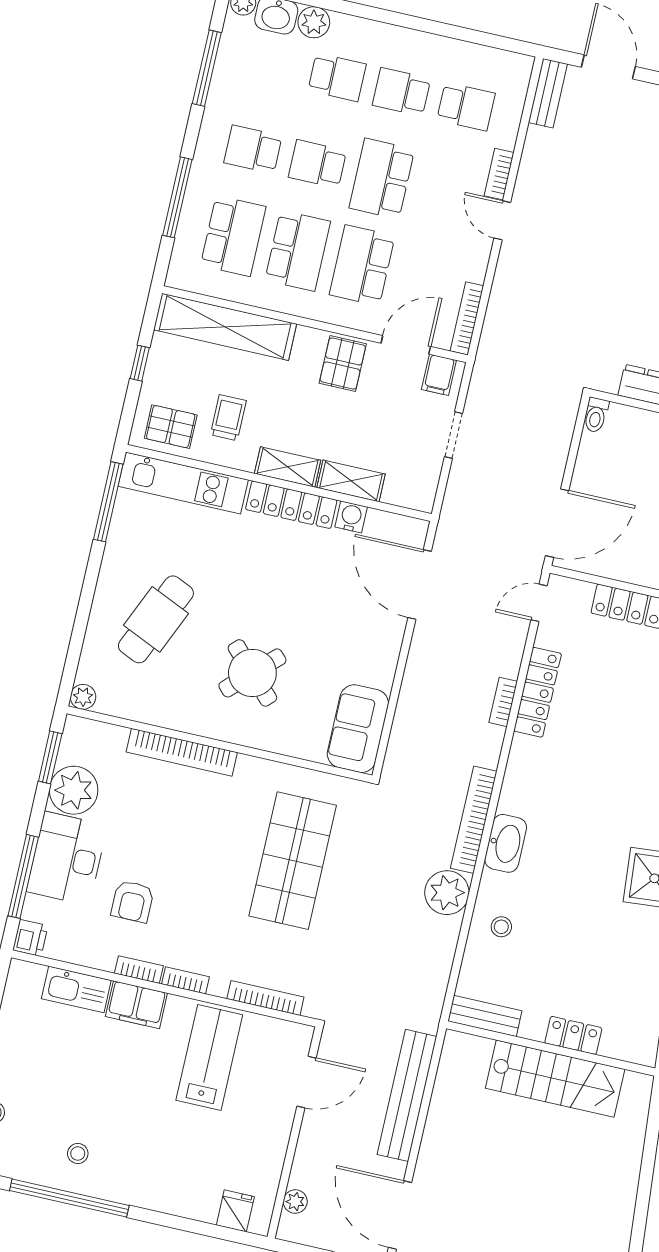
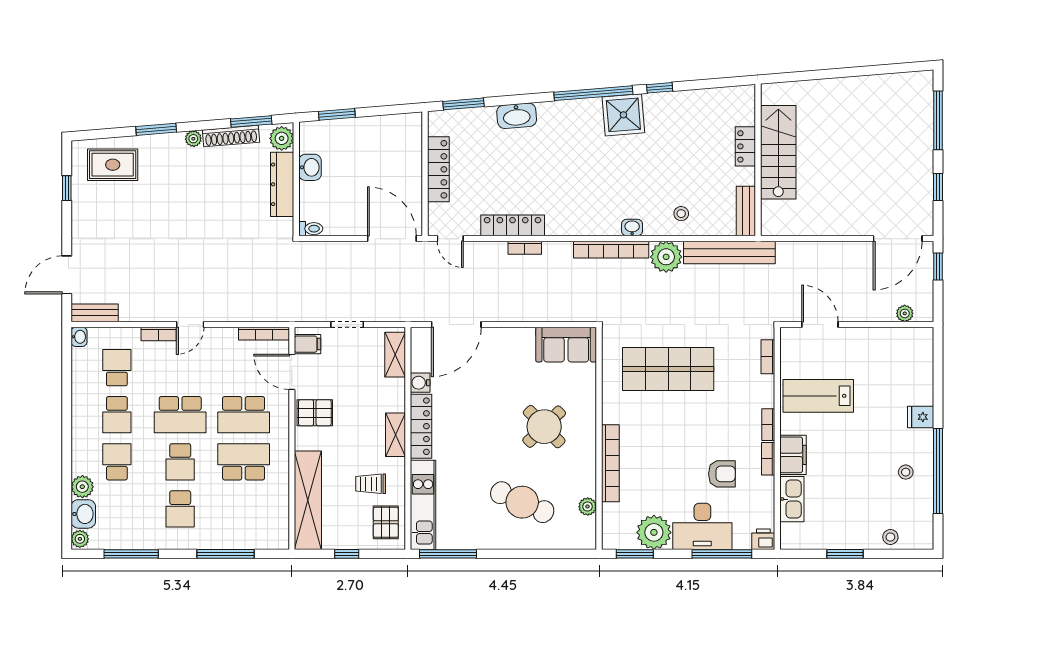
washbasin: (520, 64) -> (79, 337), added
school desk: (233, 236) -> (244, 509), removed
shelving: (351, 481) -> (395, 355), moved
plant: (83, 697) -> (588, 507), moved
washbasin: (506, 843) -> (632, 228), width x0.52, depth x0.69
bookcase: (265, 998) -> (768, 357), width x0.64
bench: (407, 1095) -> (729, 253), moved
fridge: (235, 1211) -> (921, 417), moved

